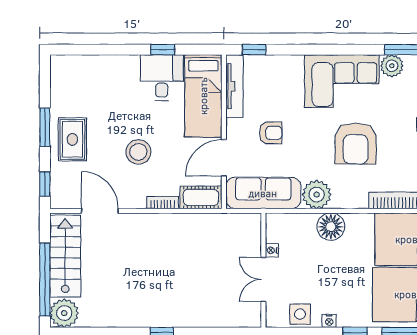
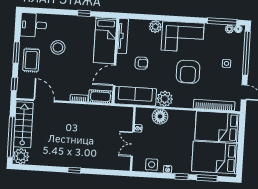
window: (254, 50) -> (135, 16), removed
plant: (392, 66) -> (155, 27), moved
desk: (162, 78) -> (33, 25), moved, turned -90
stool: (138, 152) -> (58, 47), moved
floor lamp: (331, 227) -> (160, 116), moved

